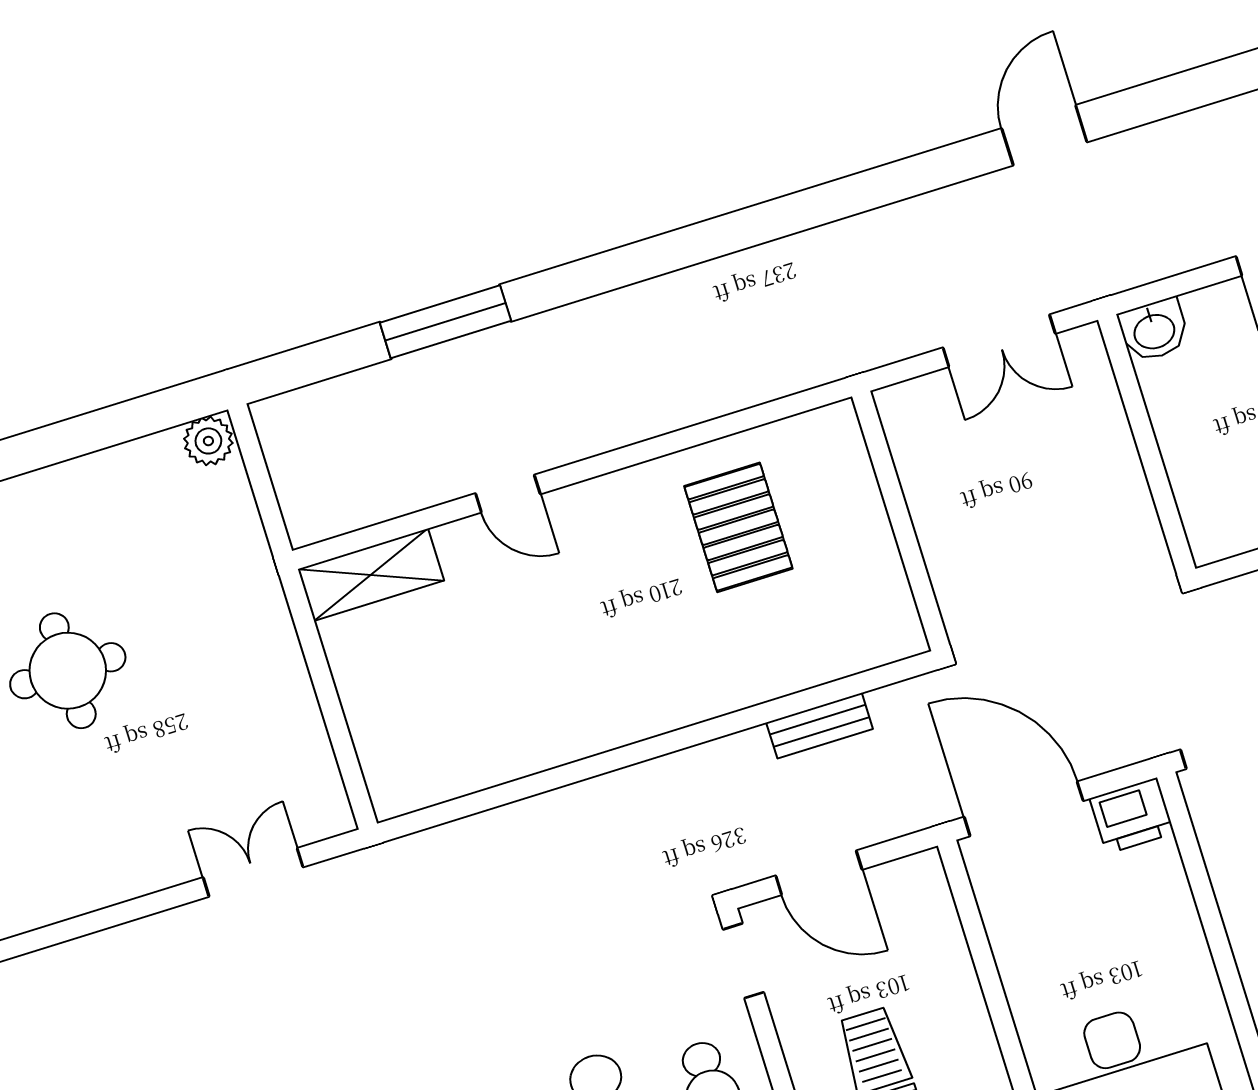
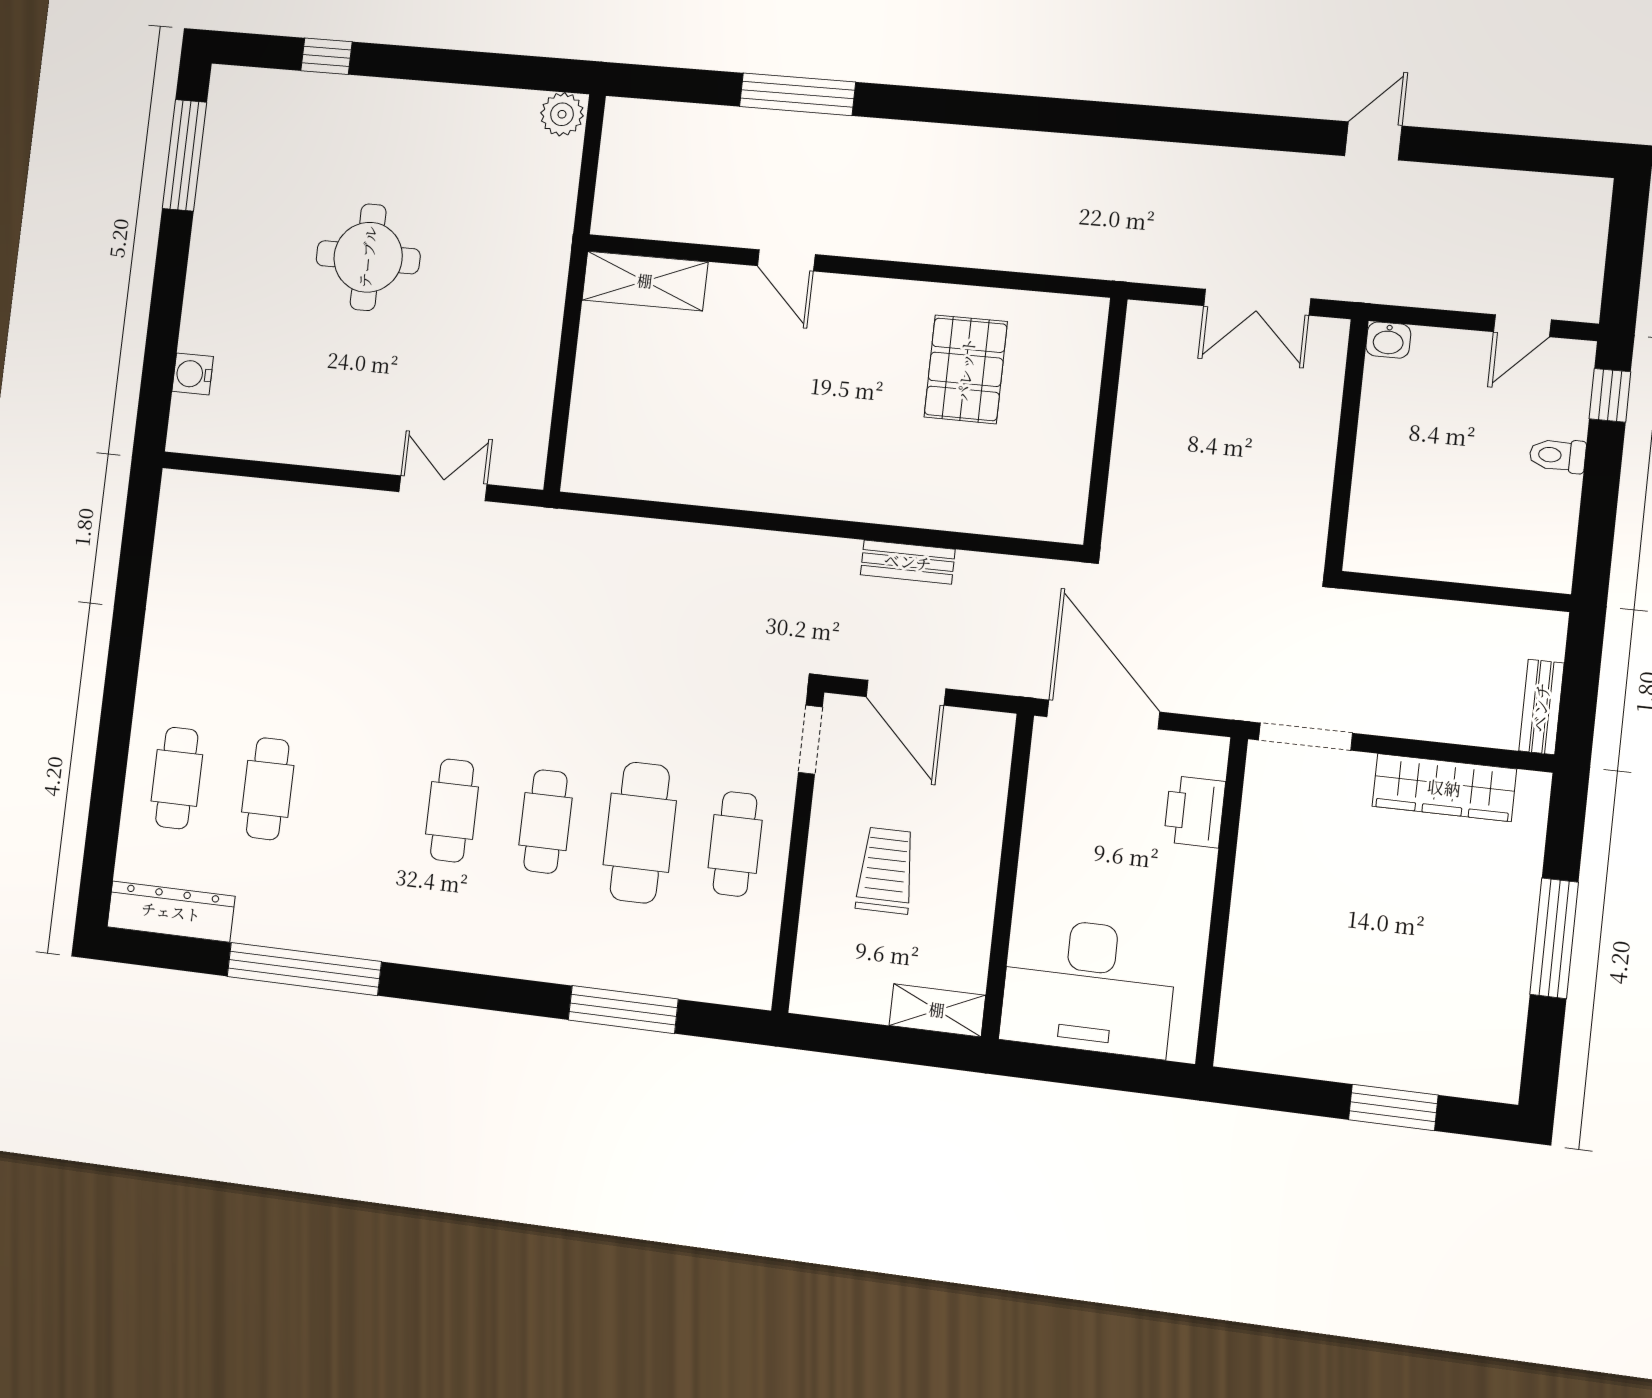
door: (1044, 135) -> (1373, 141), width x0.73
washbasin: (1154, 330) -> (1388, 340), width x0.72, depth x0.69
bench: (820, 726) -> (908, 562), moved
printer: (1132, 816) -> (1194, 812), moved, turned 90

